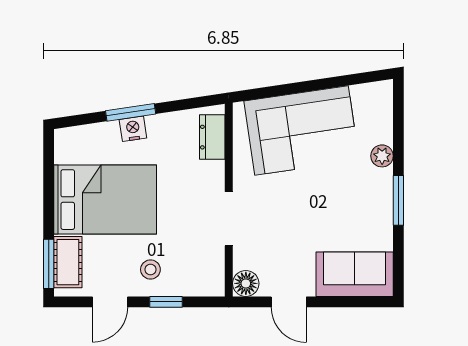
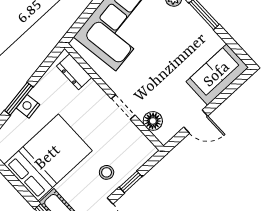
doorway: (229, 219) -> (123, 107), width x0.73
floor lamp: (246, 283) -> (153, 121), moved

